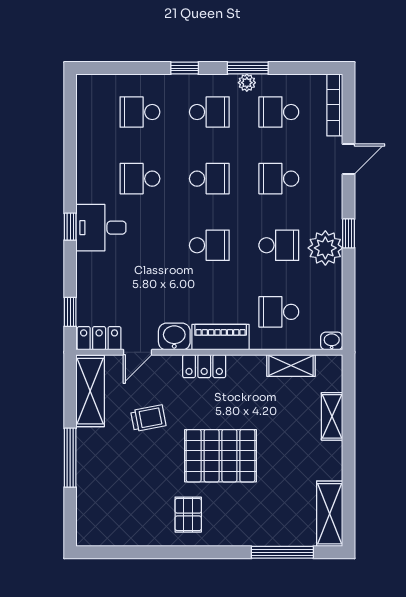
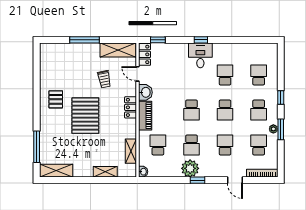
pallet: (188, 515) -> (56, 99), turned 90

